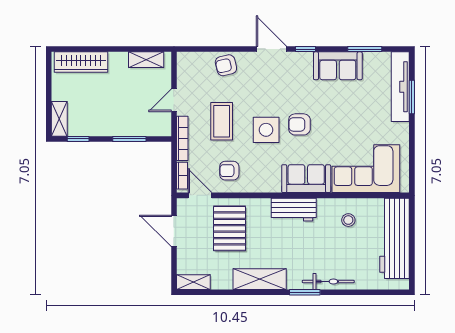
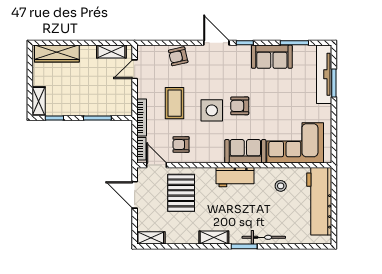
door: (174, 100) -> (135, 69), moved
shelving: (260, 279) -> (214, 238), width x0.67, depth x0.75

